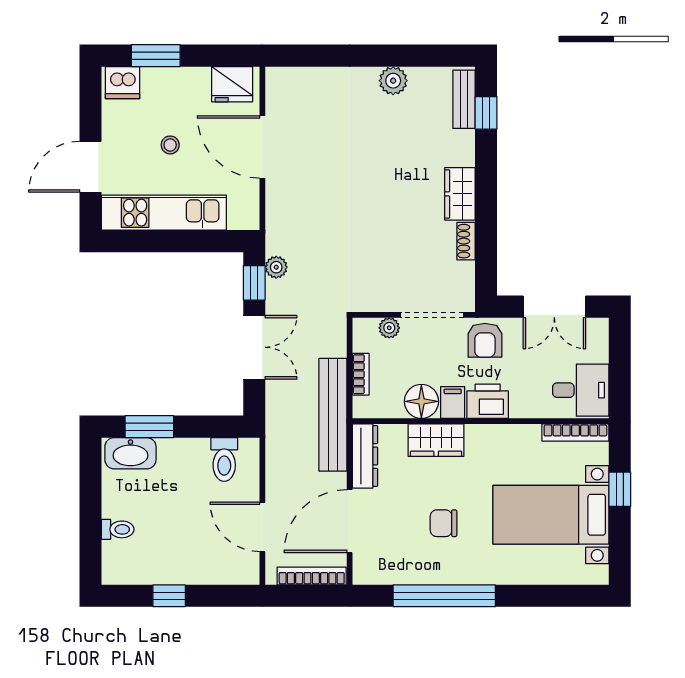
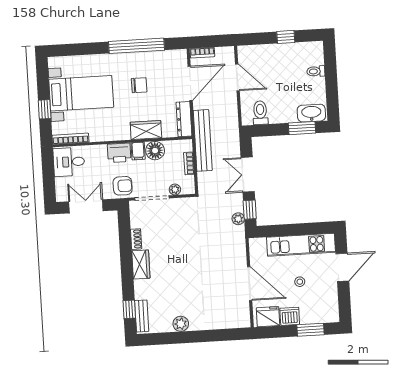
dishwasher: (123, 83) -> (290, 316), moved
armchair: (485, 340) -> (123, 186), turned 90
bookcase: (312, 576) -> (202, 53), width x0.64

